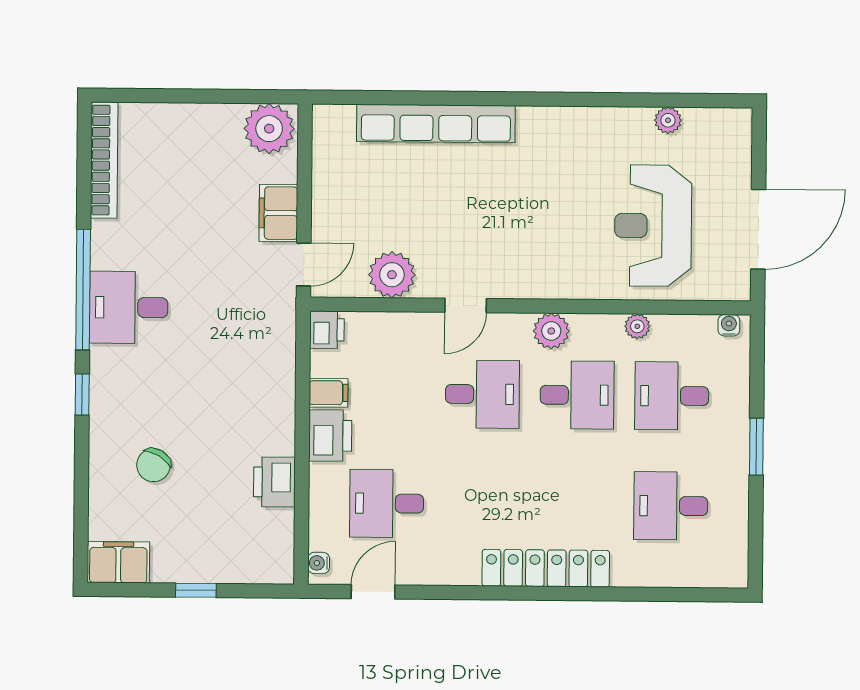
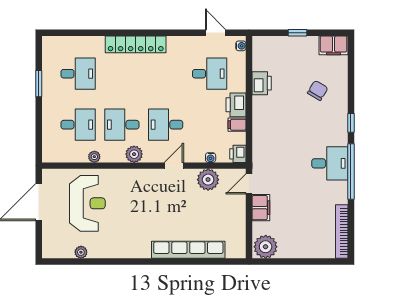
water cooler: (729, 325) -> (211, 158), moved
window: (756, 447) -> (39, 84), moved
door: (373, 592) -> (215, 33), swing flipped

